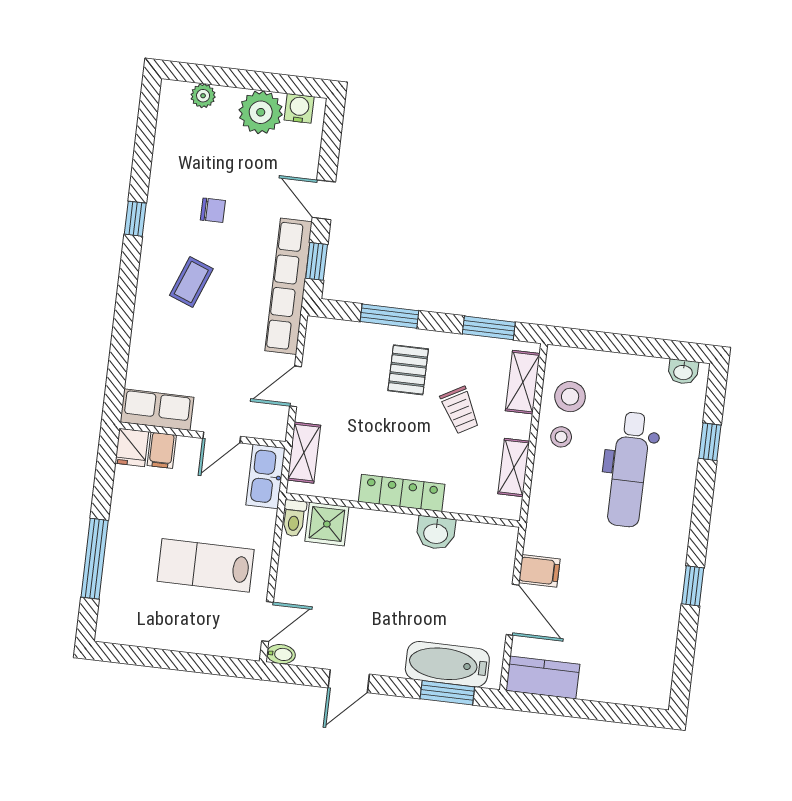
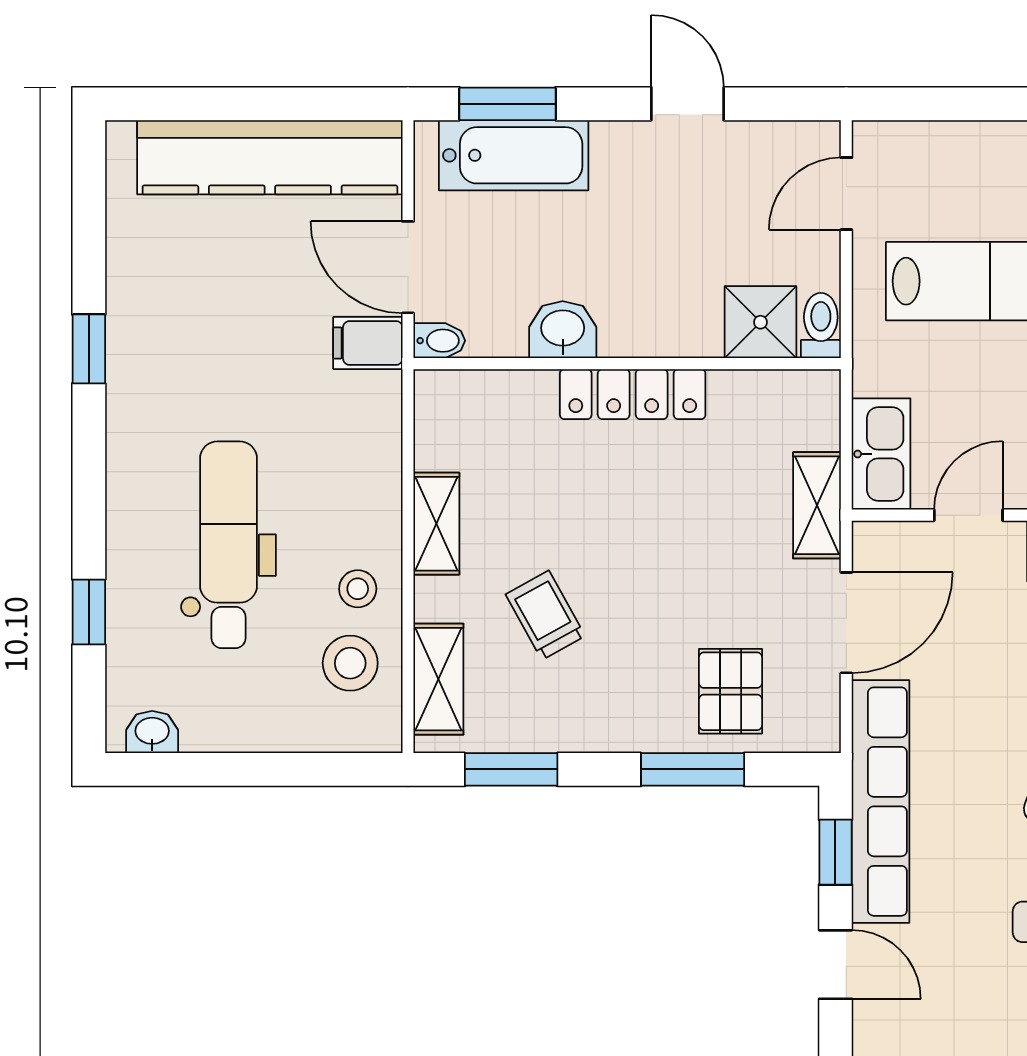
pallet: (408, 370) -> (730, 691), moved
door: (296, 386) -> (846, 623), width x1.38
locker: (402, 493) -> (633, 394), moved
wall: (403, 510) -> (627, 364), moved
toilet: (294, 518) -> (821, 326), moved
shower: (327, 524) -> (760, 322), moved
washbasin: (436, 533) -> (563, 330), moved
bidet: (281, 654) -> (439, 341), moved, turned 180
kitchen counter: (543, 677) -> (270, 157), width x2.08, depth x1.17
door: (349, 681) -> (687, 104), hinge flipped

